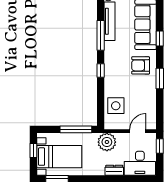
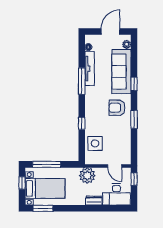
window: (101, 70) -> (82, 123), moved
window: (76, 129) -> (47, 164), moved
door: (138, 131) -> (115, 166), swing flipped

